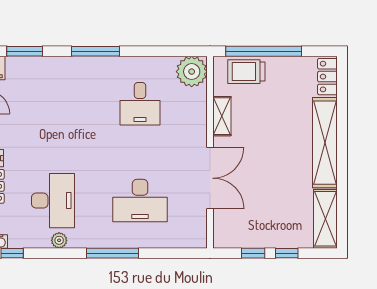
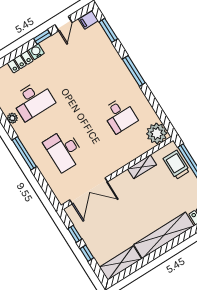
desk: (140, 104) -> (120, 115), turned -90
double door: (210, 178) -> (89, 191), moved

